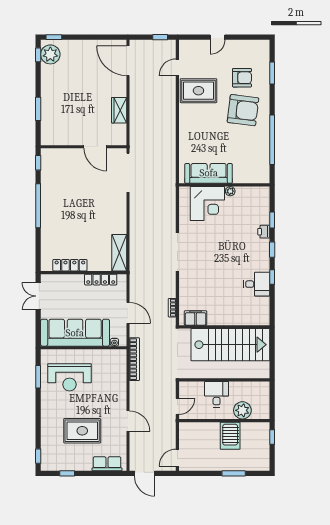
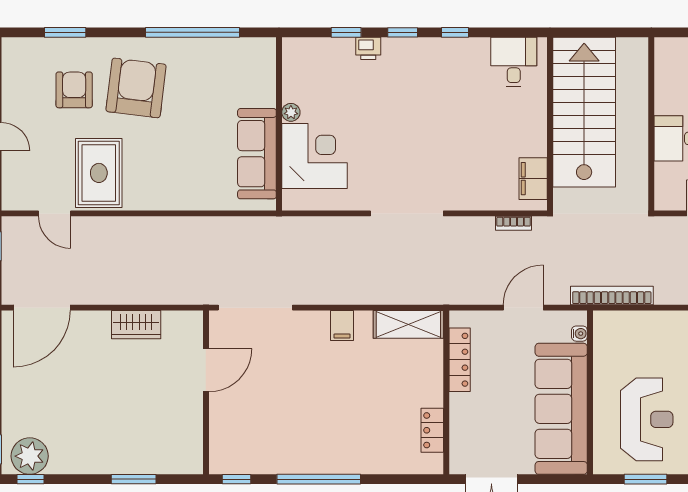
filing cabinet: (119, 218) -> (342, 326), added
locker: (70, 265) -> (432, 430), width x0.66
desk: (257, 284) -> (514, 62), moved

